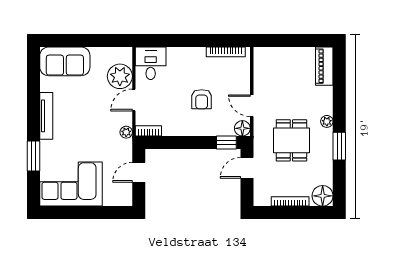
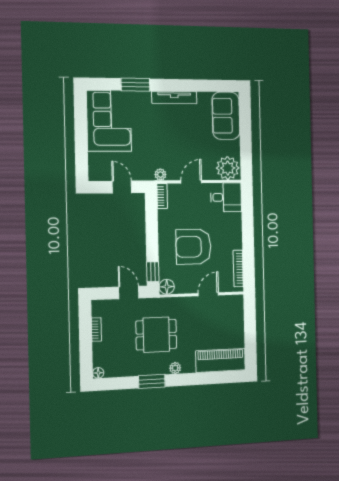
piano: (324, 66) -> (221, 360), width x1.37, depth x1.33
plant: (120, 76) -> (228, 168), moved
armchair: (202, 99) -> (193, 247), width x1.88, depth x1.88
door: (134, 100) -> (191, 182), hinge flipped
door: (252, 106) -> (208, 294), moved
floor lamp: (323, 196) -> (98, 373), width x0.53, depth x0.53
bookcase: (290, 201) -> (96, 329), width x0.64

